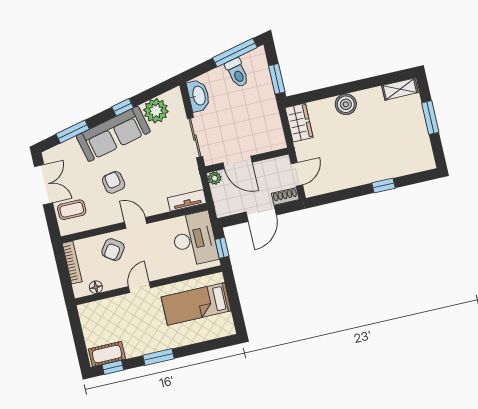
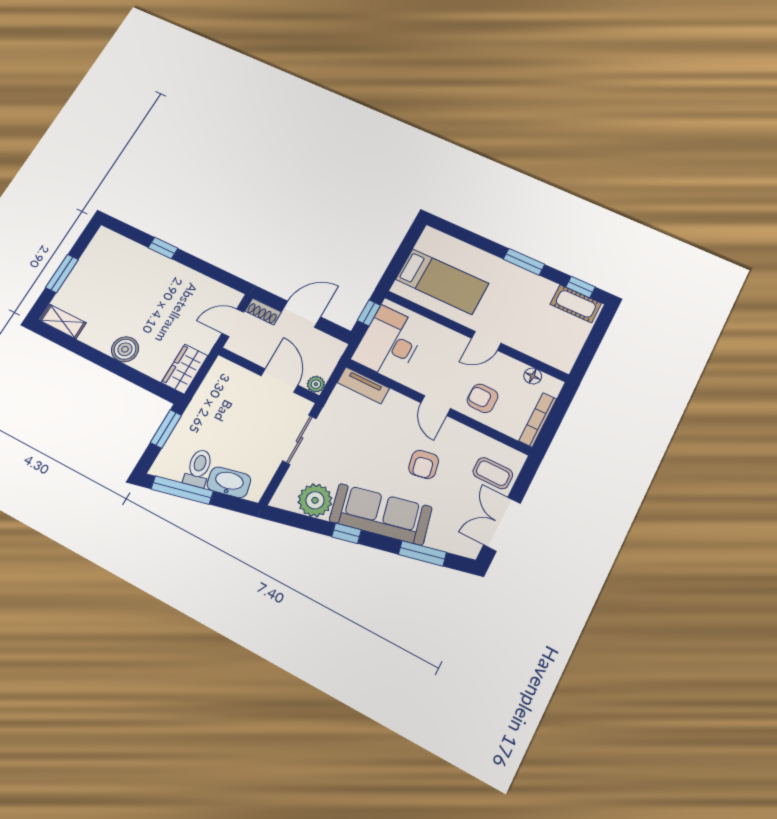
washbasin: (198, 96) -> (229, 482), moved, turned 77
armchair: (113, 250) -> (483, 398), turned -125

